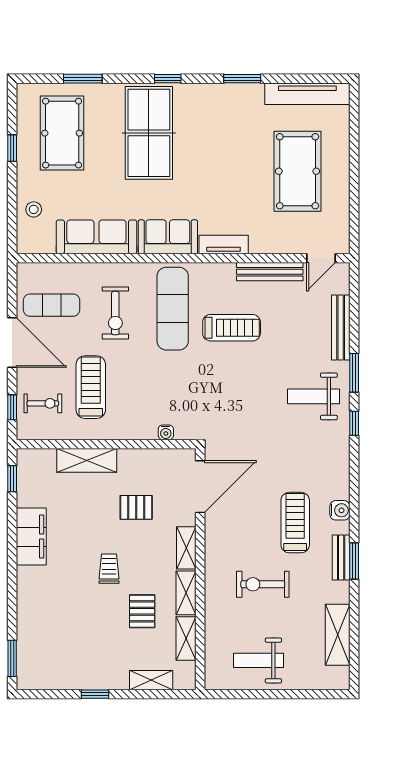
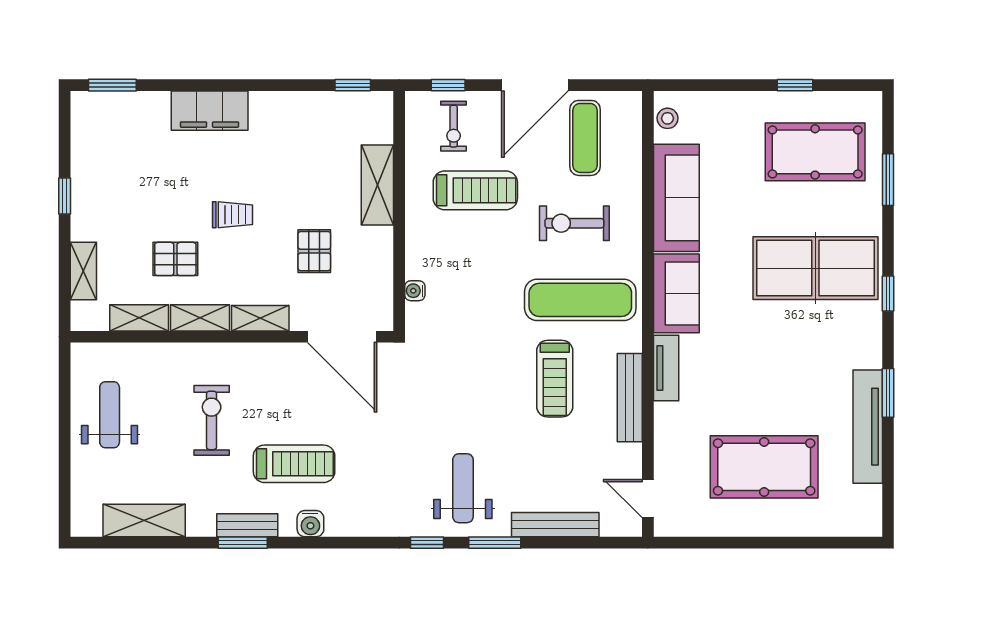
tv unit: (307, 94) -> (868, 427), moved
stool: (34, 209) -> (667, 118), moved
bench: (270, 272) -> (630, 398), moved
filing cabinet: (31, 537) -> (210, 111), moved

